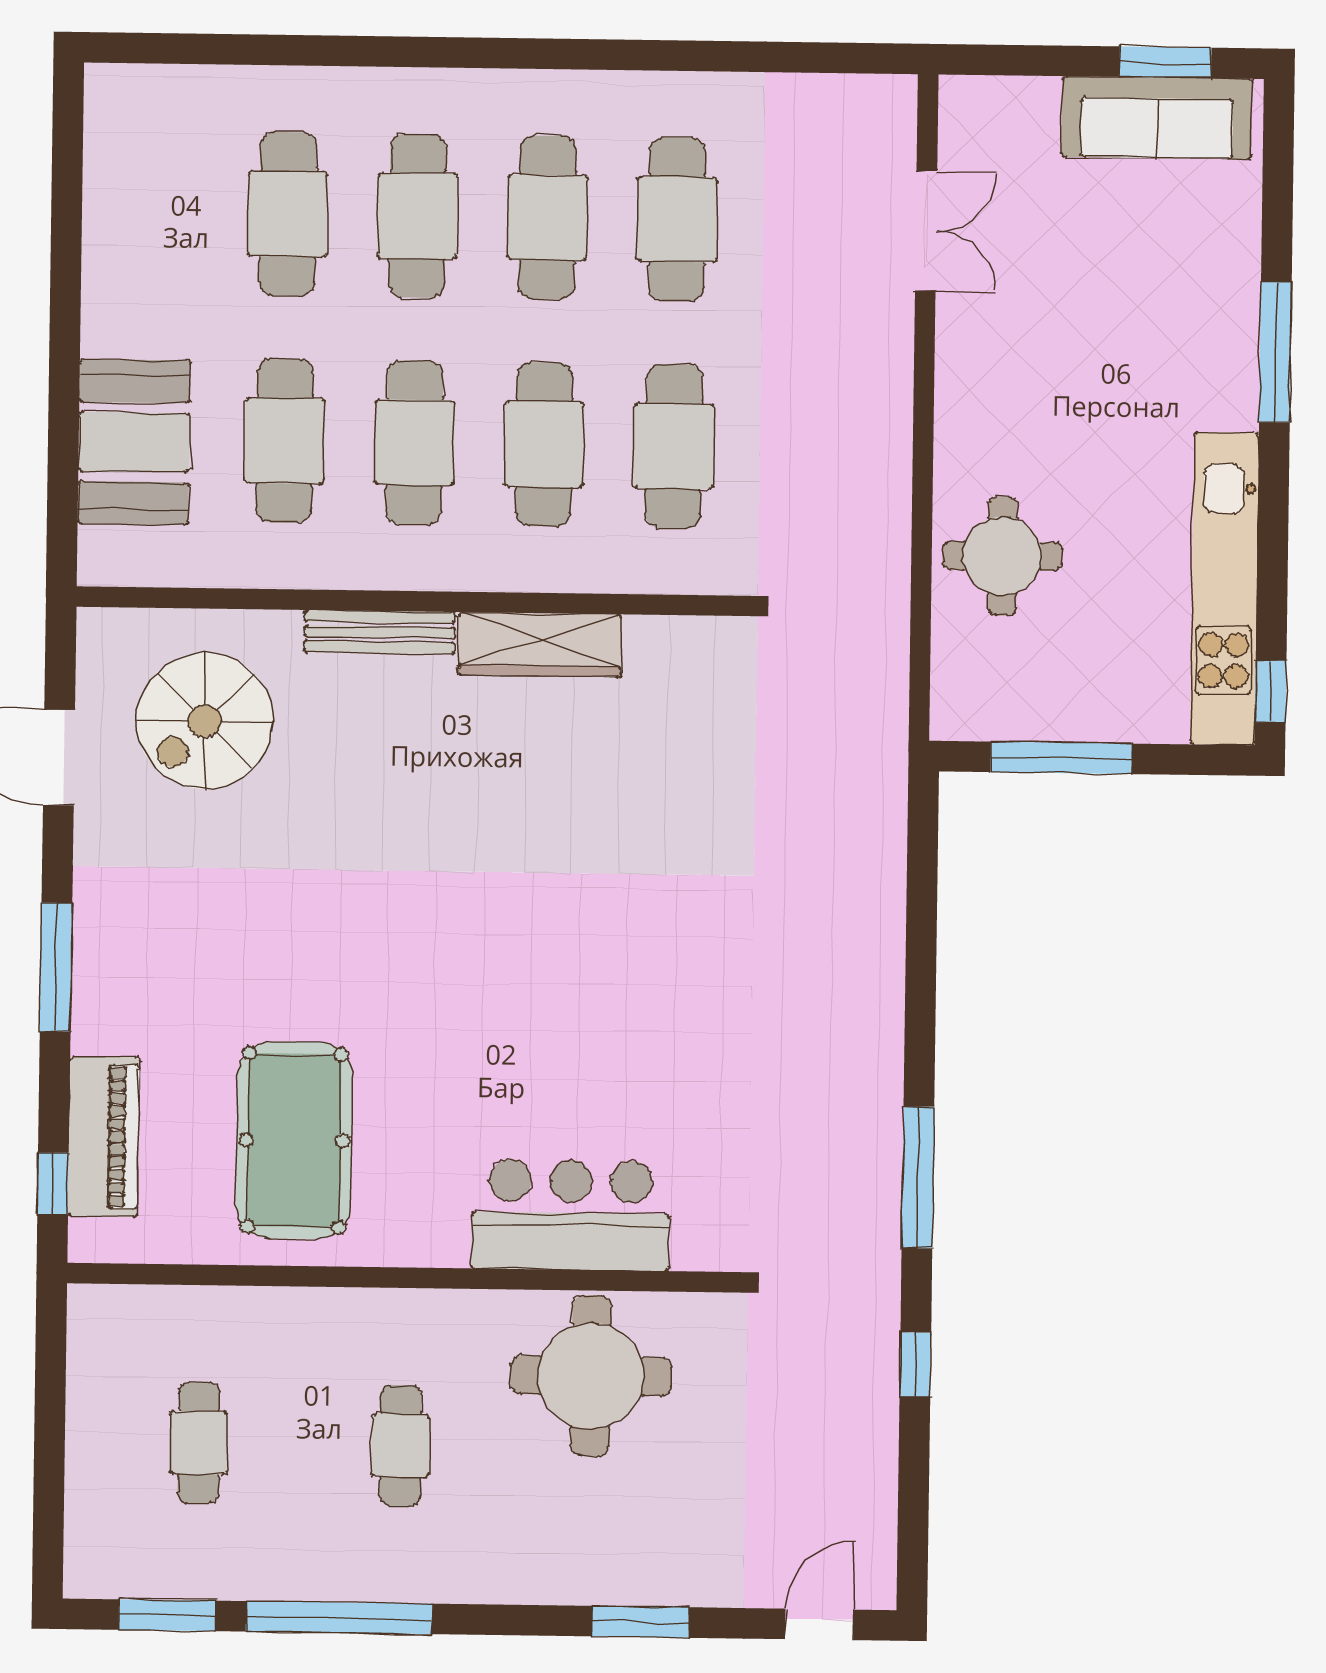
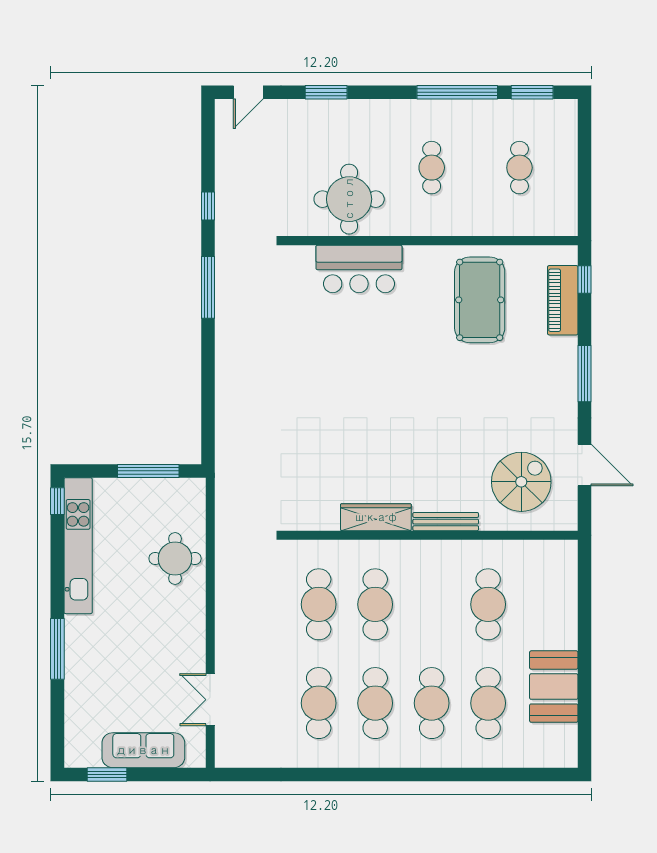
sofa: (1157, 118) -> (143, 750), moved
booth: (134, 442) -> (554, 687), moved
cafe table: (414, 442) -> (432, 604), removed

